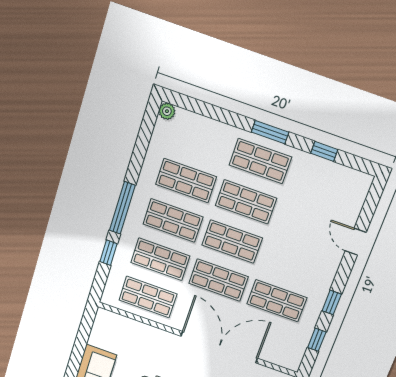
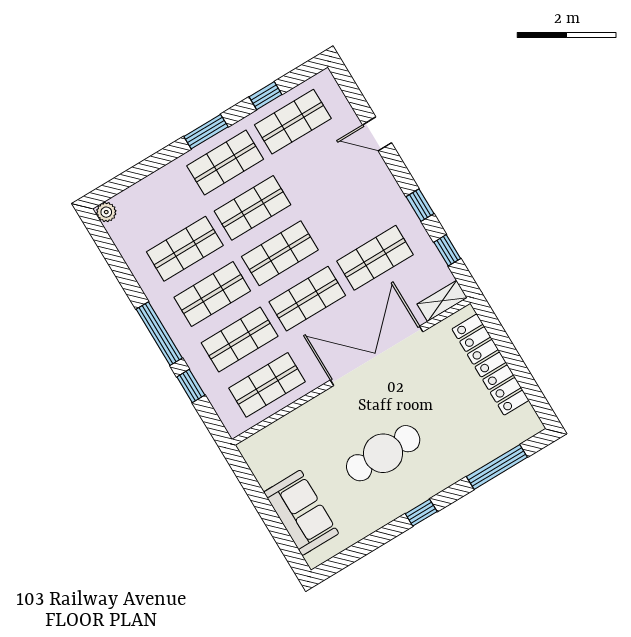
shop shelf: (321, 183) -> (293, 122), added
shelving: (284, 360) -> (442, 301), added

